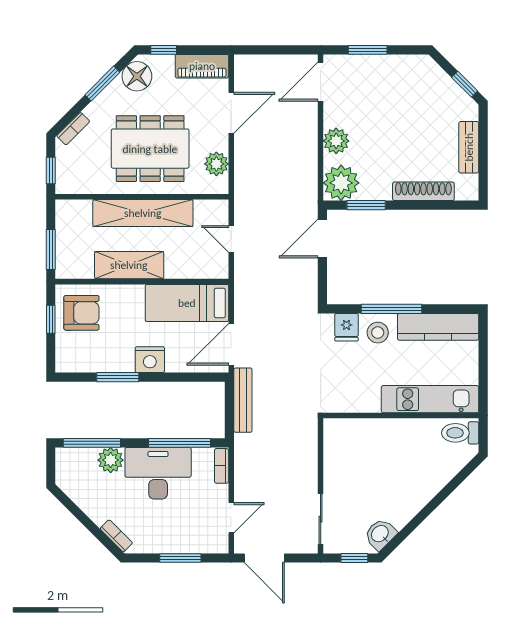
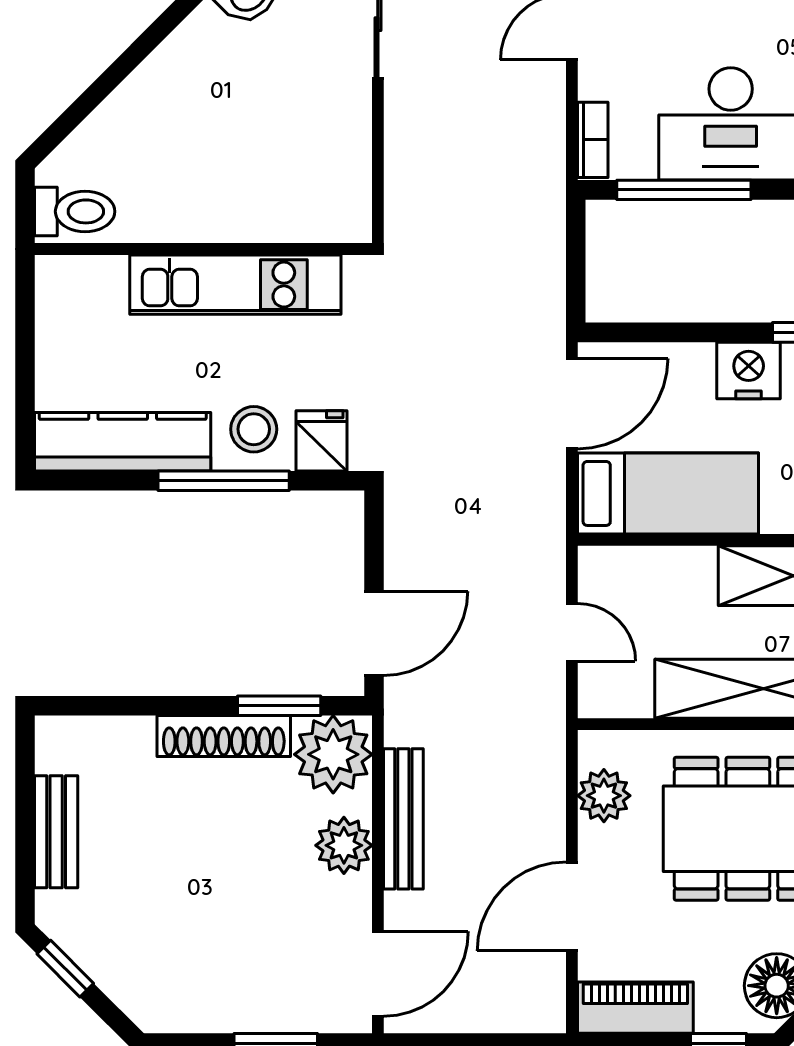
shoe rack: (423, 191) -> (224, 736), moved
kitchen unit: (430, 399) -> (235, 285), moved
bench: (243, 400) -> (403, 819), moved

